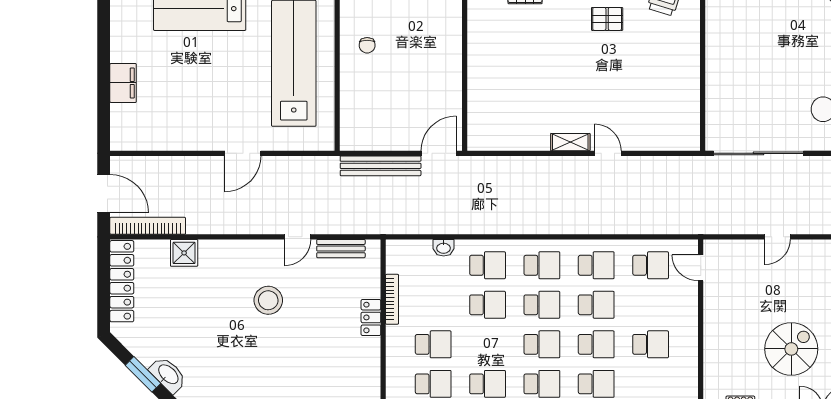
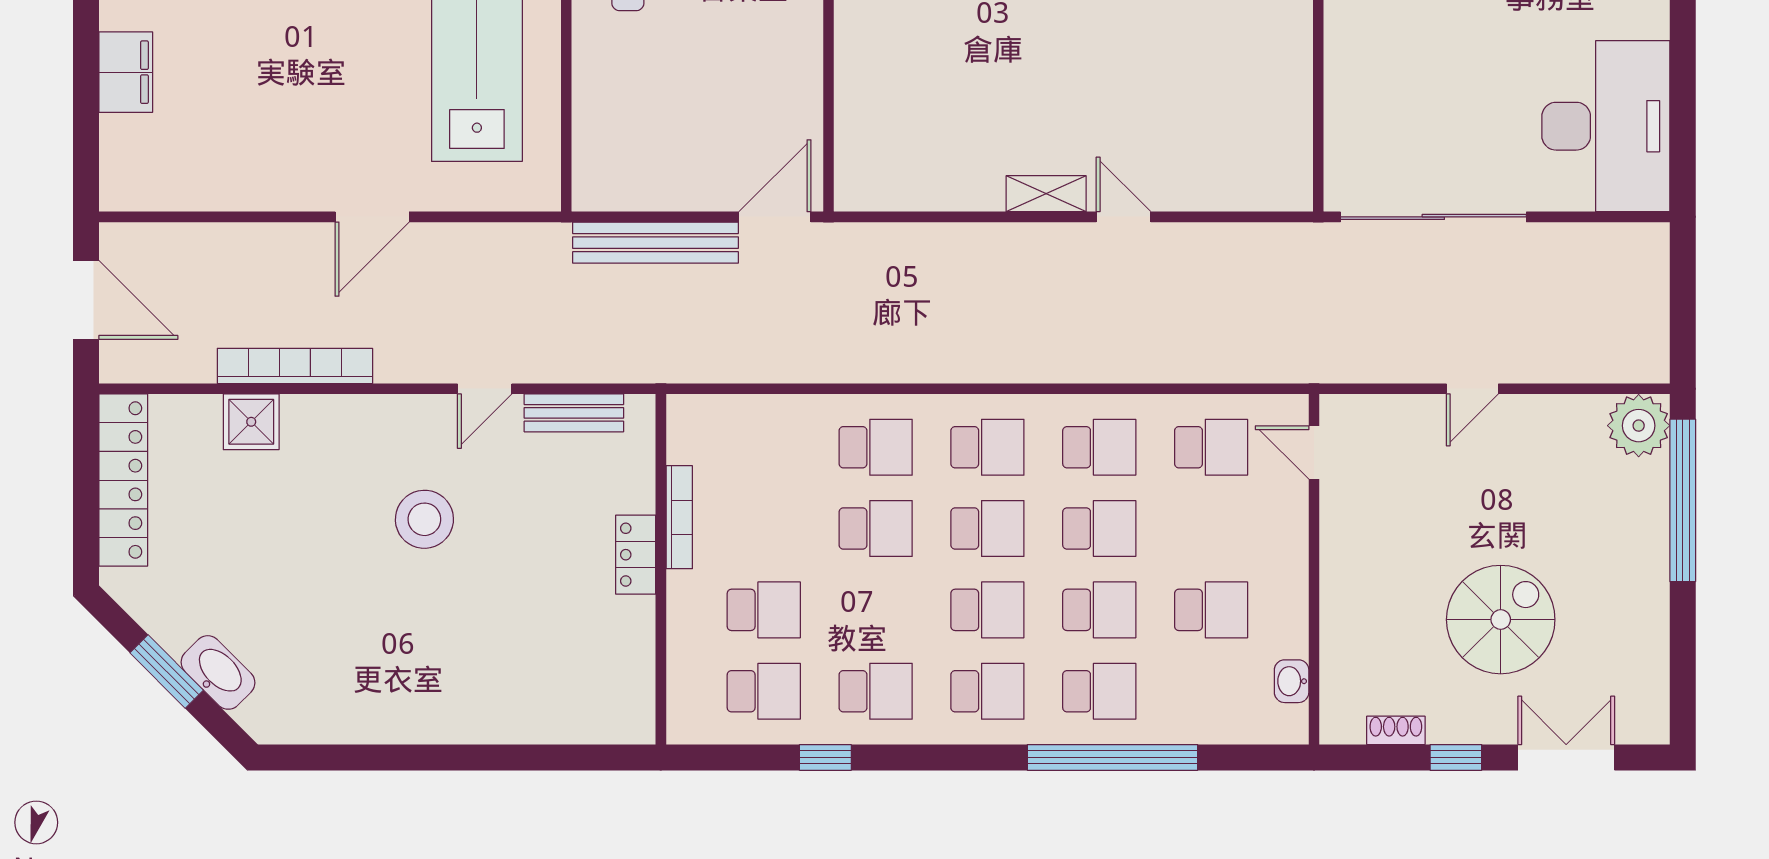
bookcase: (148, 226) -> (295, 366), moved
washbasin: (444, 248) -> (1292, 681), moved, turned 90

